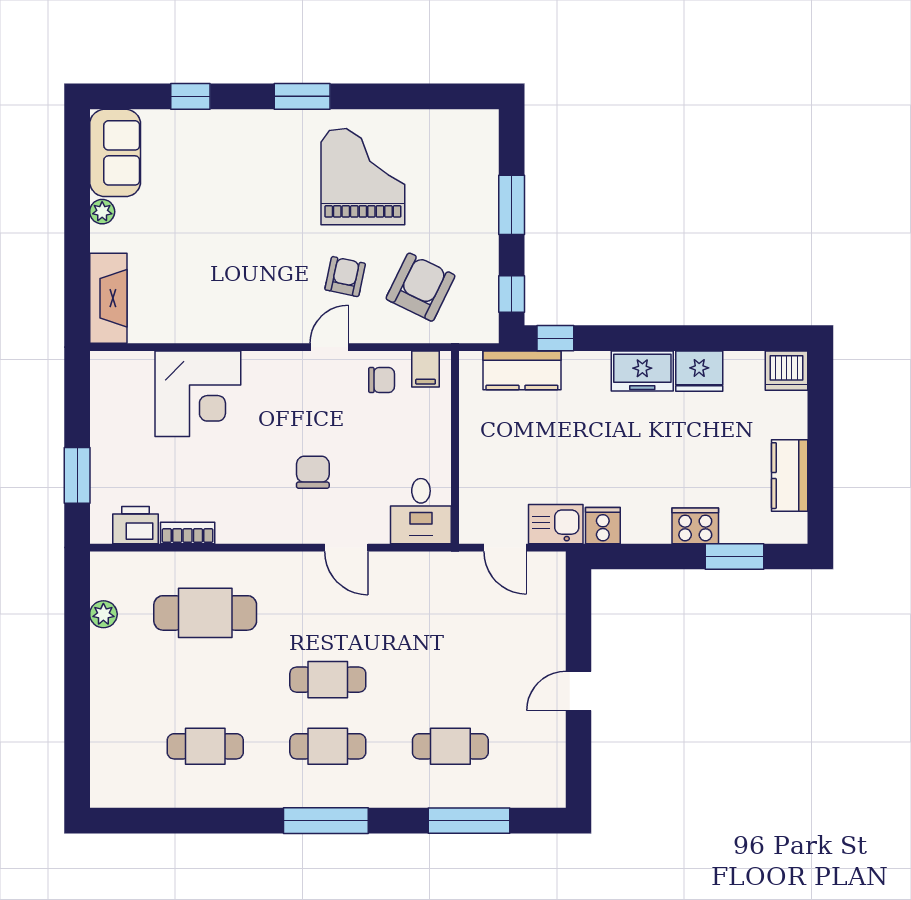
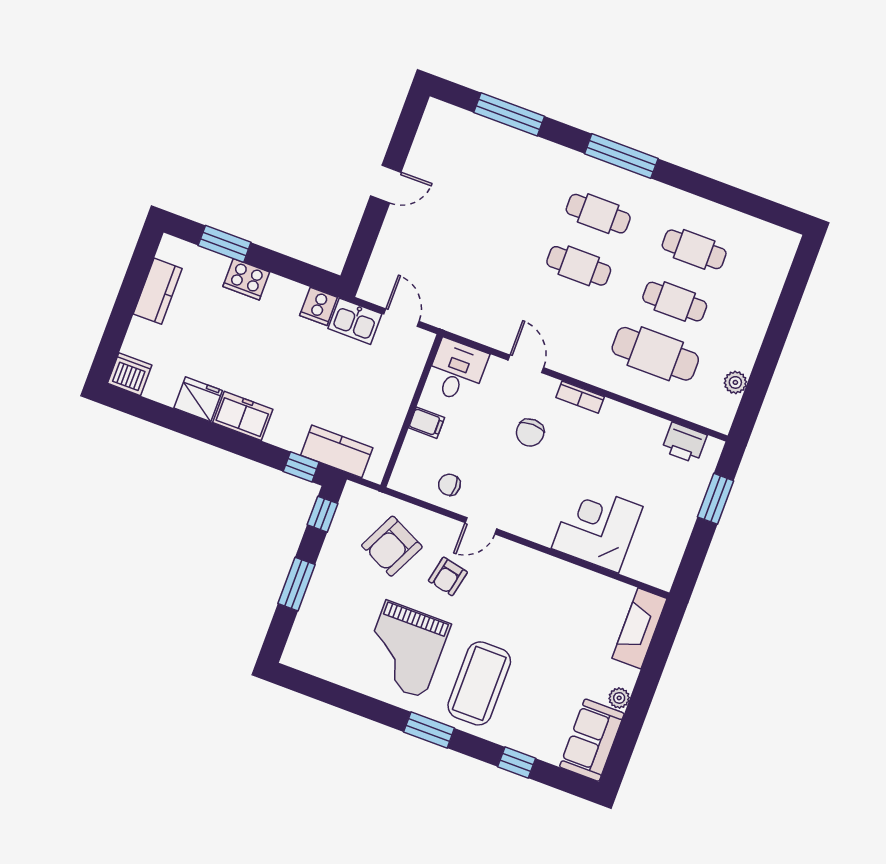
coffee table: (265, 170) -> (479, 683), added
filing cabinet: (426, 369) -> (427, 423), moved, turned 90
bookcase: (188, 533) -> (580, 397), moved
cafe table: (450, 746) -> (675, 302), moved

